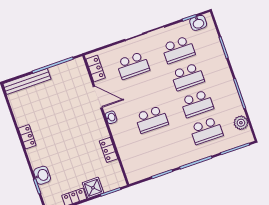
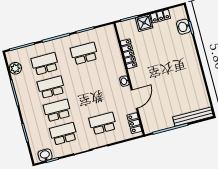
door: (98, 97) -> (134, 99), swing flipped
school desk: (152, 119) -> (84, 53), moved
locker: (27, 137) -> (196, 70), removed
locker: (109, 150) -> (129, 54), width x1.53
washbasin: (42, 175) -> (184, 27), moved

